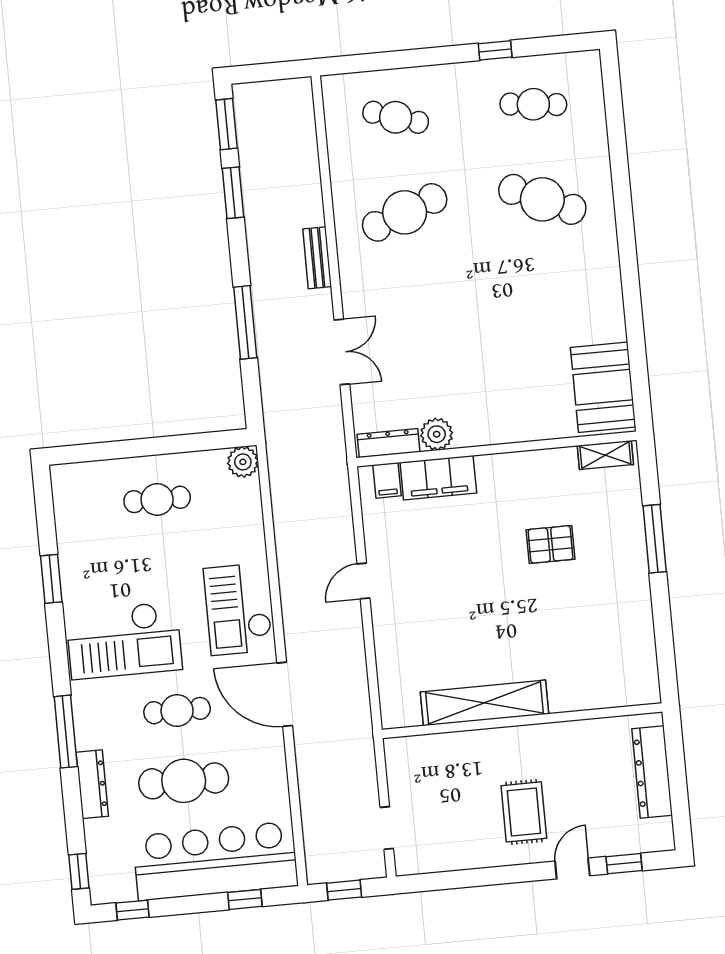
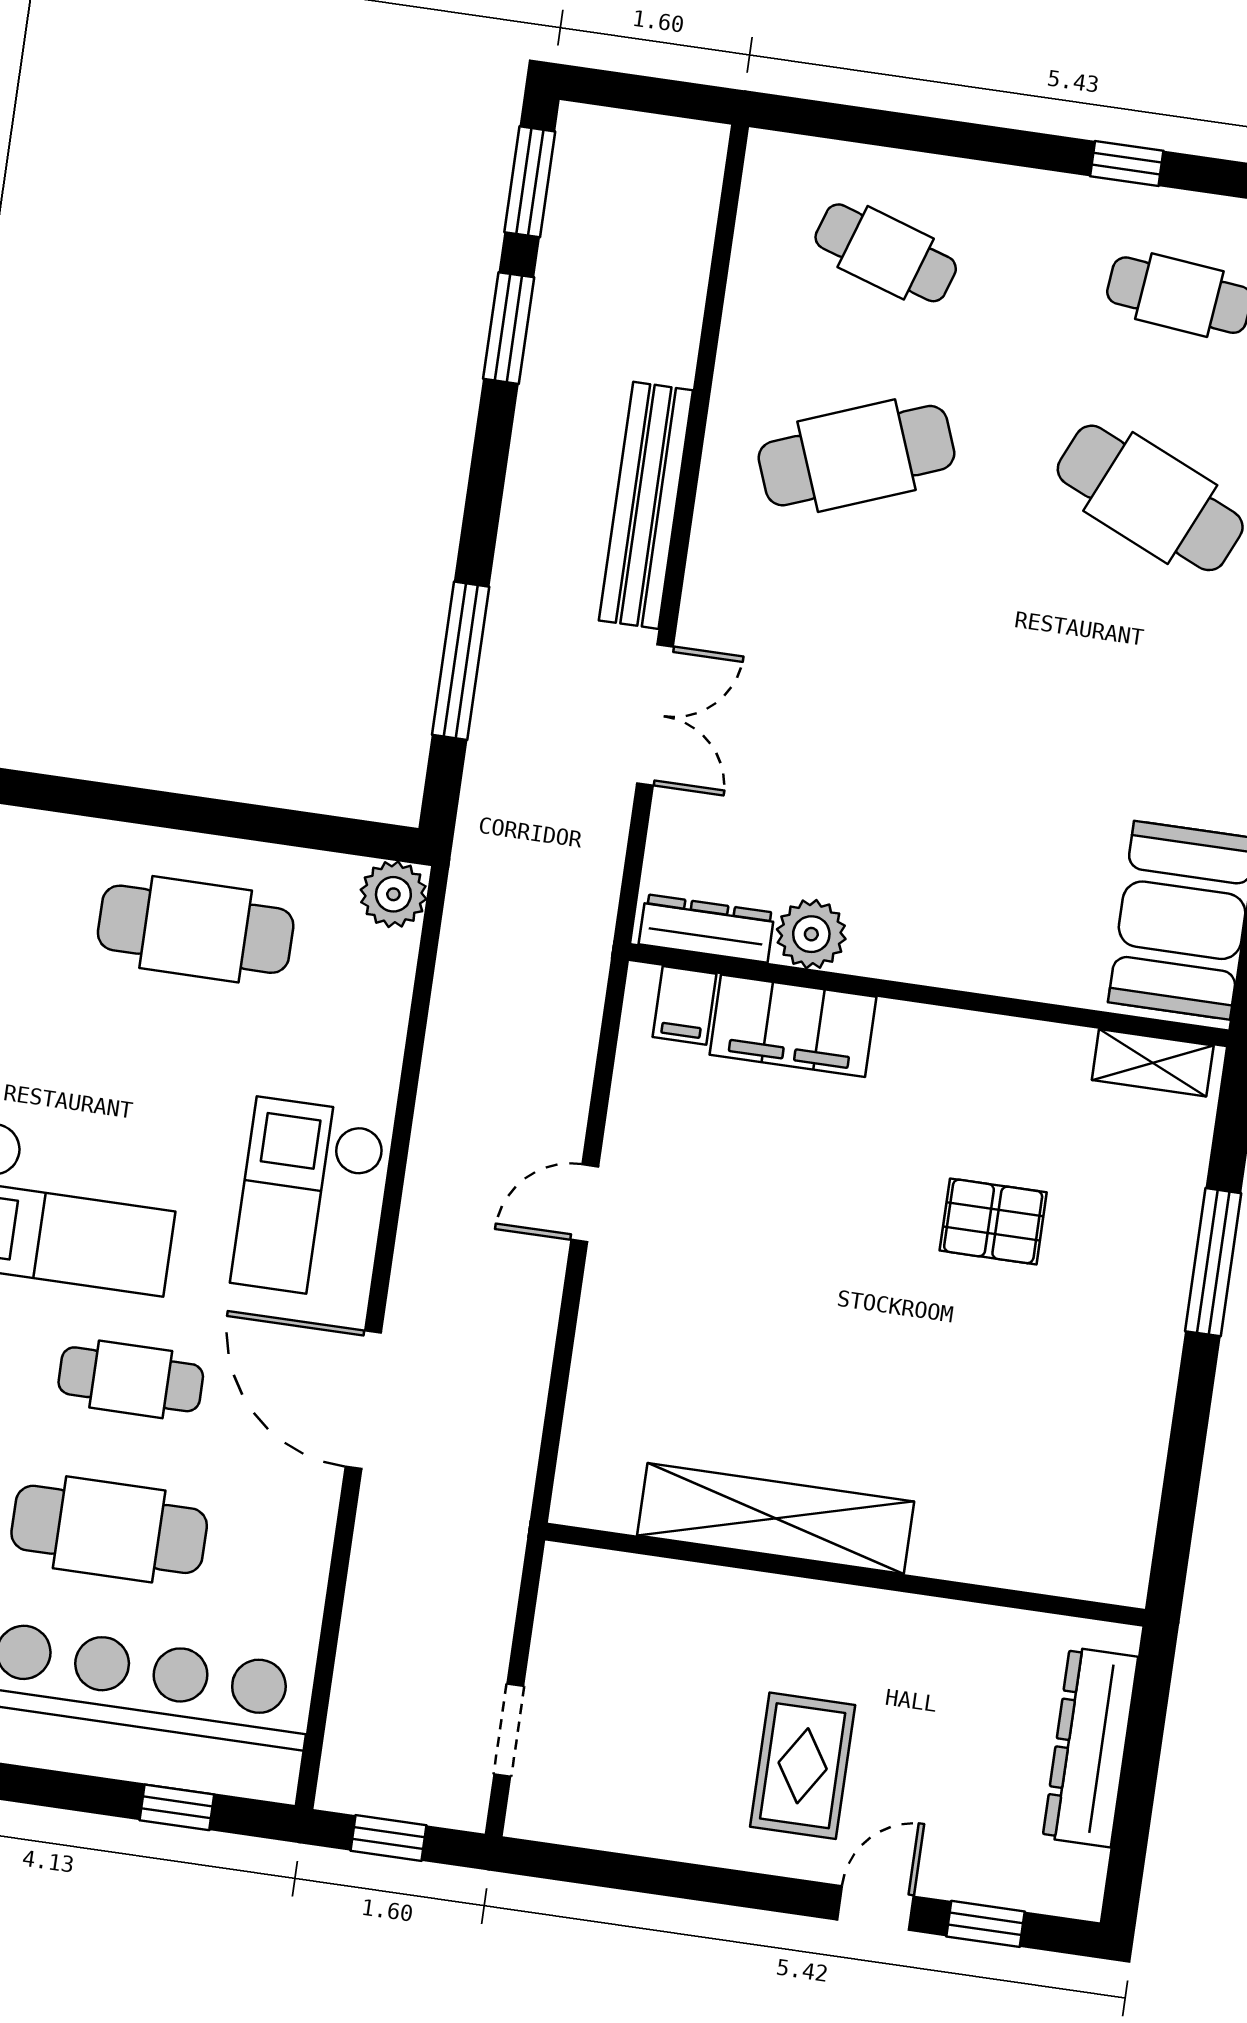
bench: (317, 258) -> (646, 505), width x1.86, depth x1.21
window: (245, 322) -> (461, 661), moved
cafe table: (157, 499) -> (196, 929), width x1.37, depth x1.35

